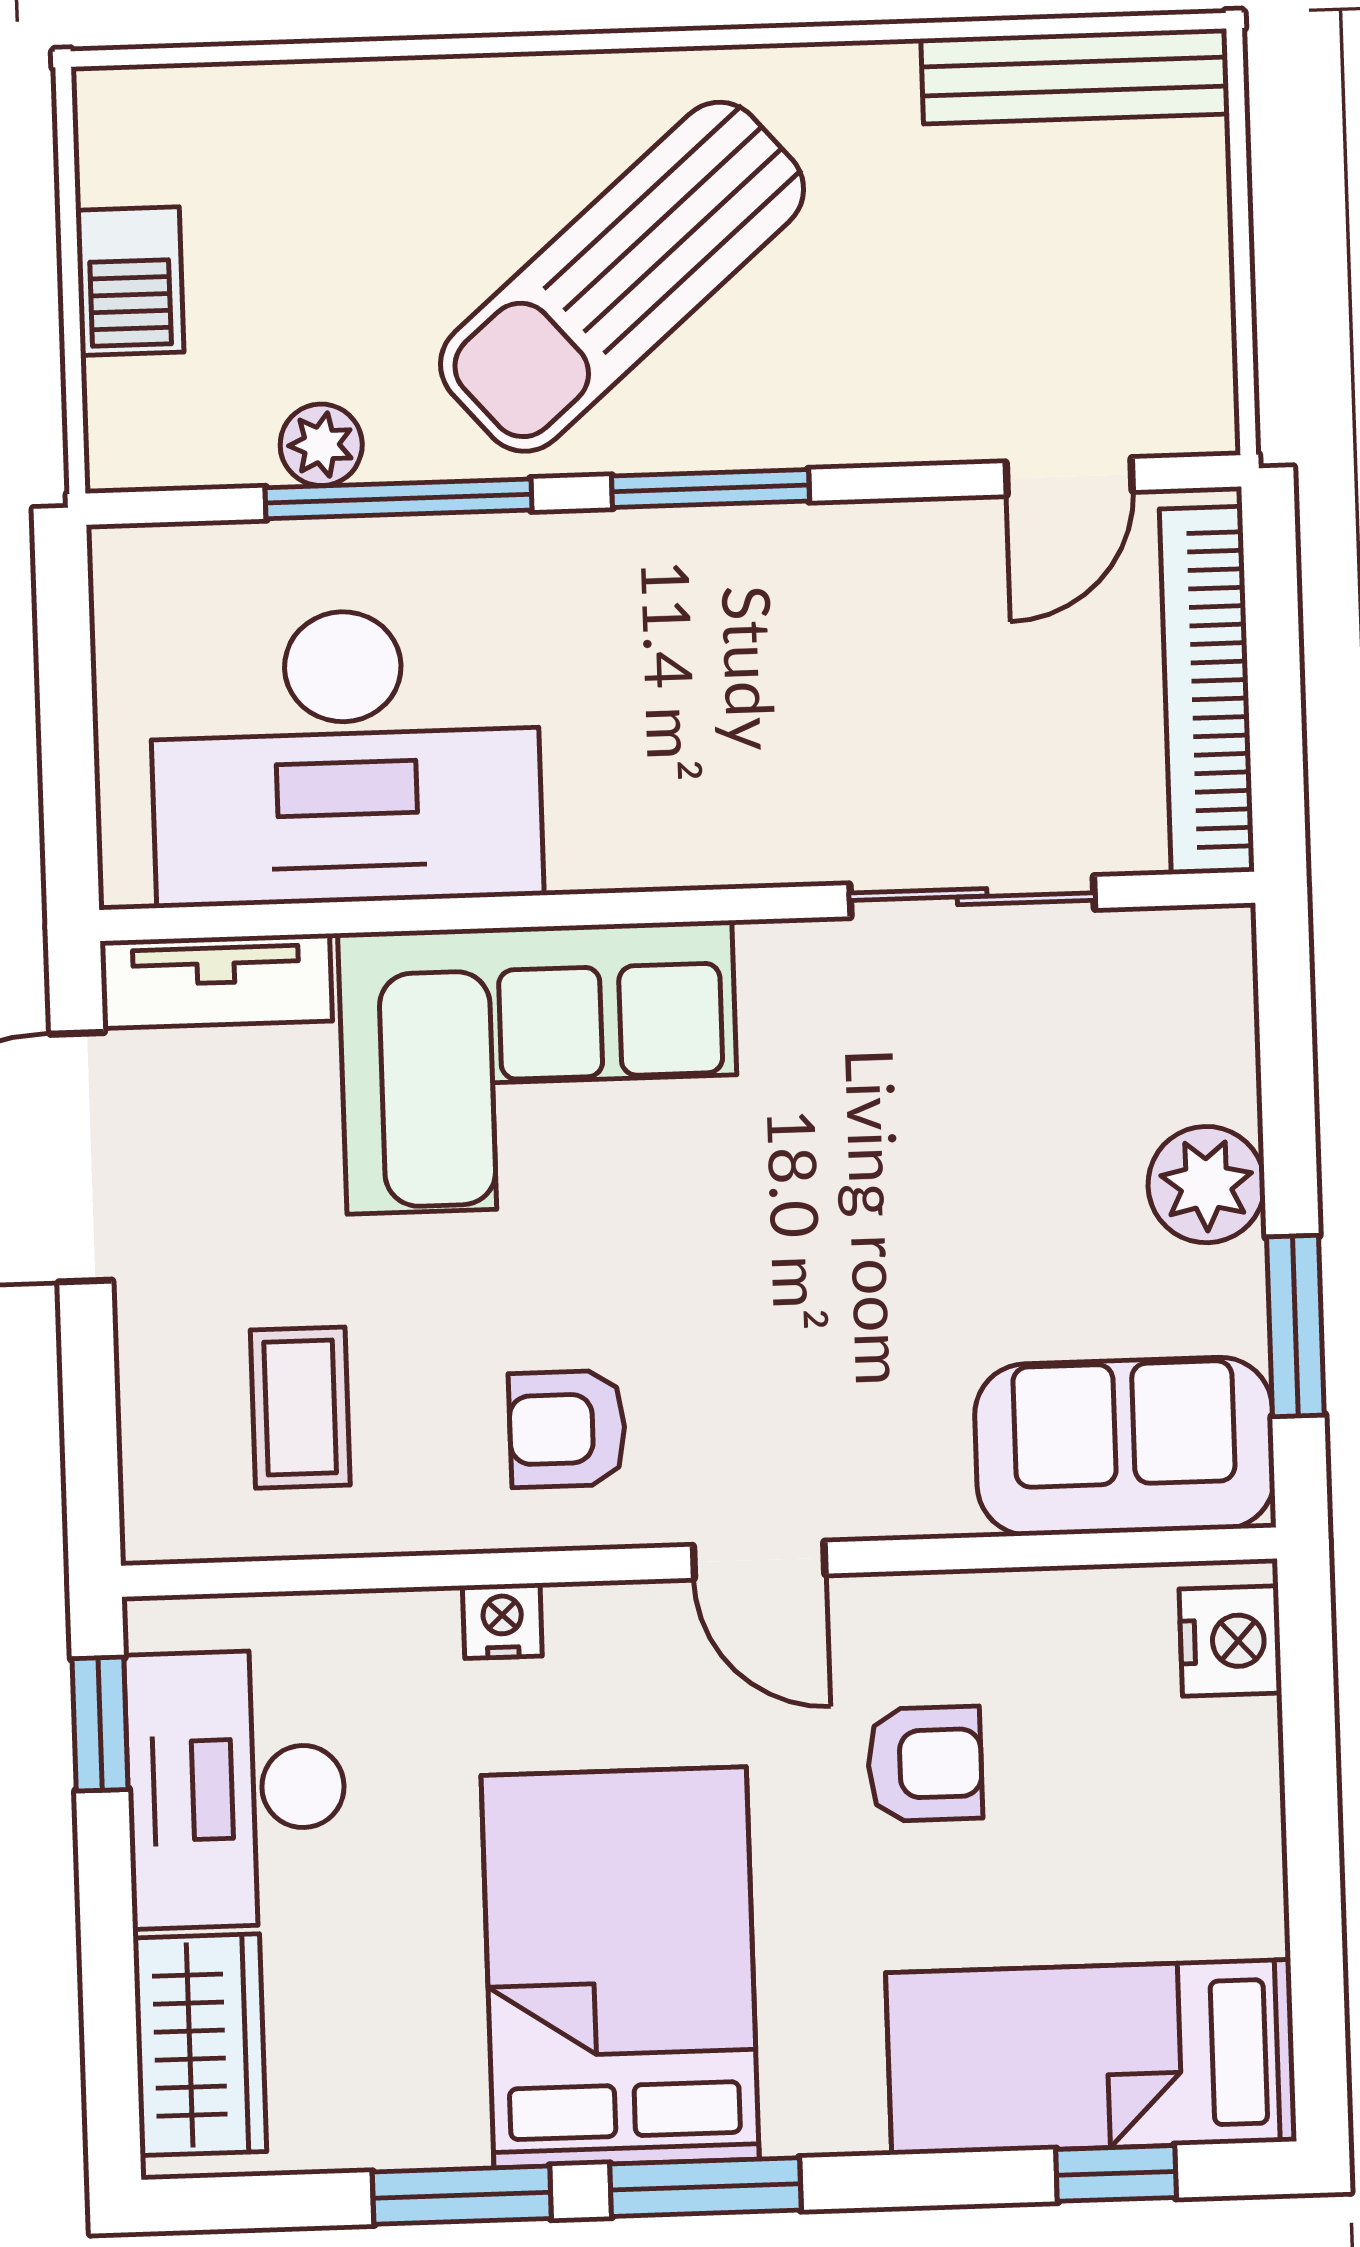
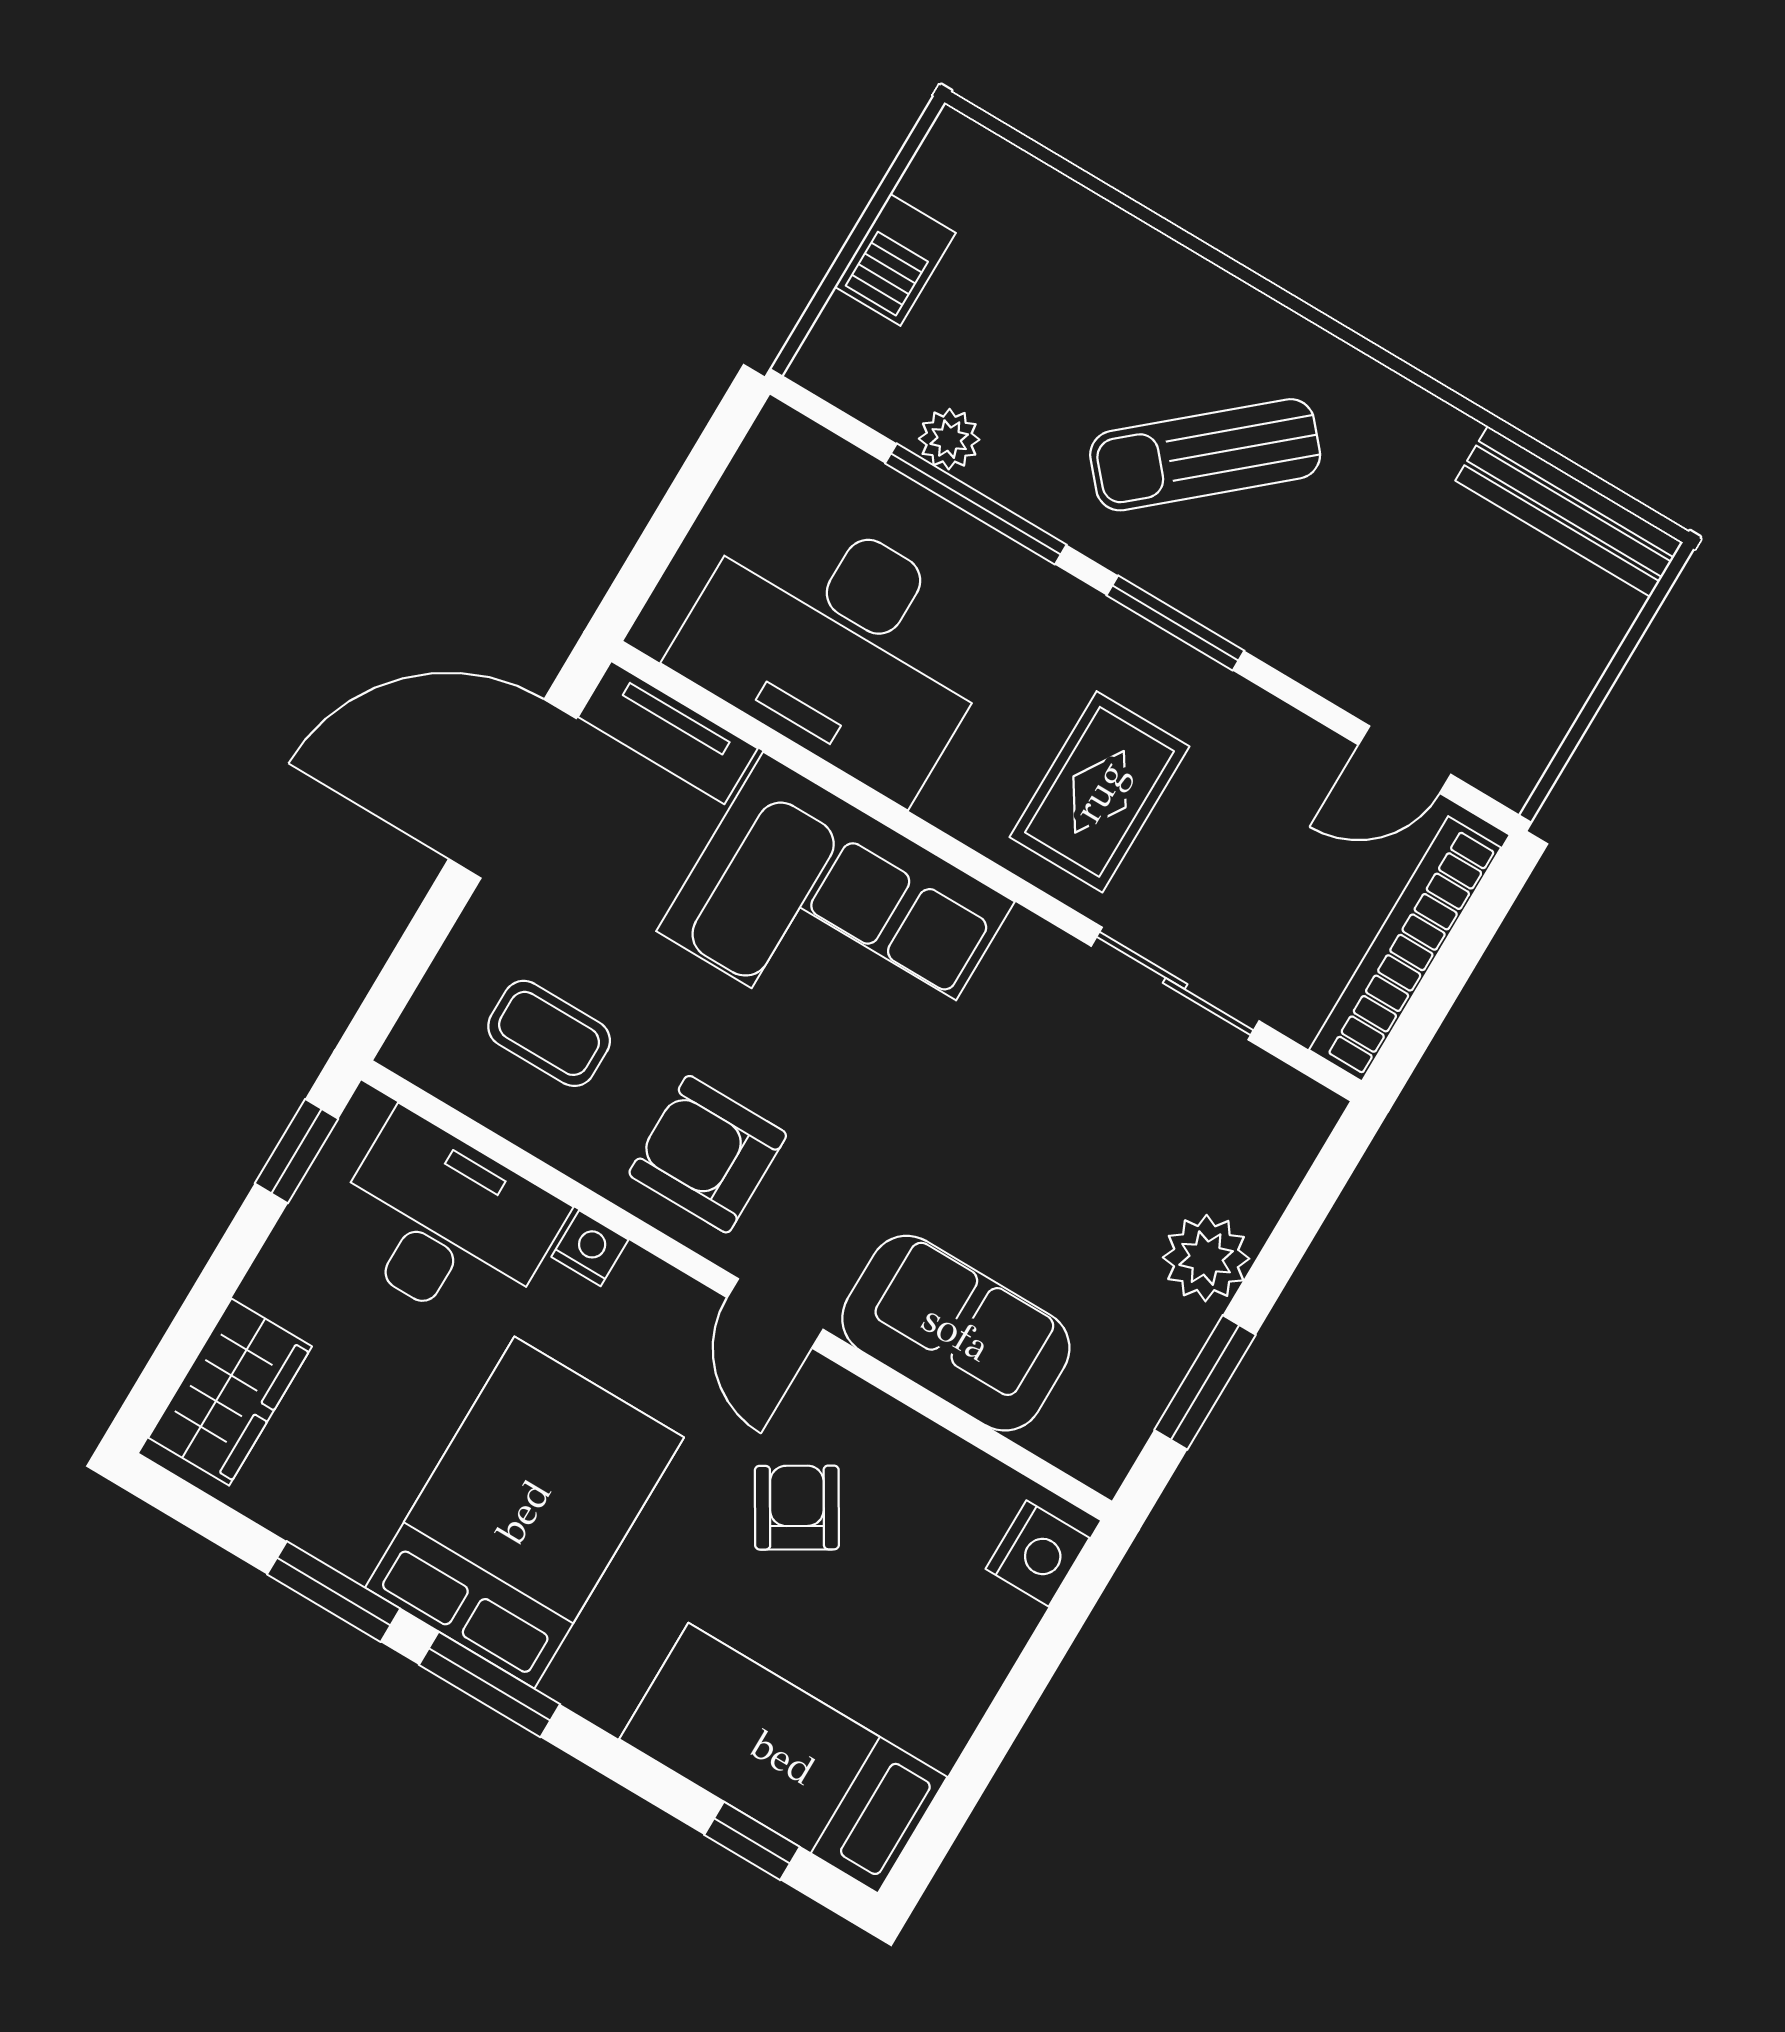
sun lounger: (622, 277) -> (1205, 455), width x0.73, depth x0.75
rug: (747, 735) -> (1100, 792), added
coffee table: (300, 1408) -> (549, 1033), turned 90
armchair: (567, 1429) -> (708, 1154), width x1.38, depth x1.38
sofa: (1125, 1446) -> (956, 1333), moved
armchair: (925, 1764) -> (797, 1508), turned -121
desk: (236, 1789) -> (445, 1224), moved, turned 90

